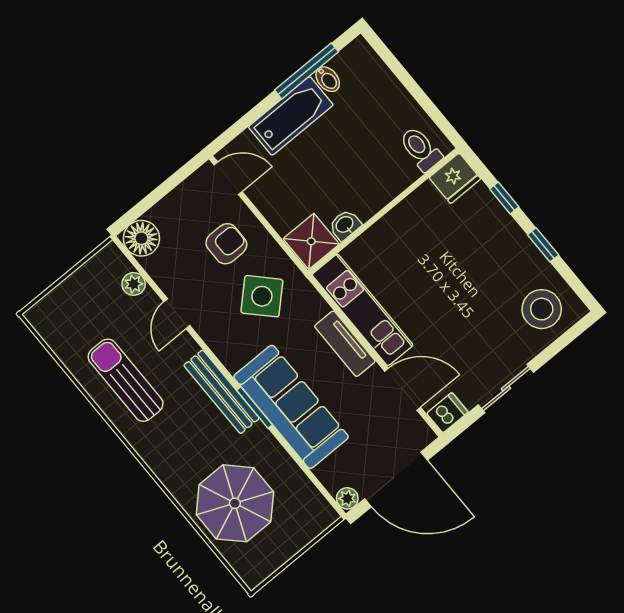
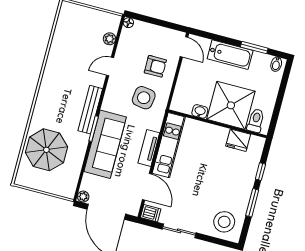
window: (307, 71) -> (254, 48), width x0.69
bidet: (328, 79) -> (276, 64), moved
fridge: (455, 178) -> (238, 140), moved
floor lamp: (141, 238) -> (128, 23), width x0.53, depth x0.53
shower: (311, 241) -> (231, 105), moved, width x1.86, depth x1.86
window: (543, 245) -> (252, 203), width x1.50
side table: (262, 296) -> (144, 98), turned -38
sun lounger: (126, 380) -> (66, 65), removed

